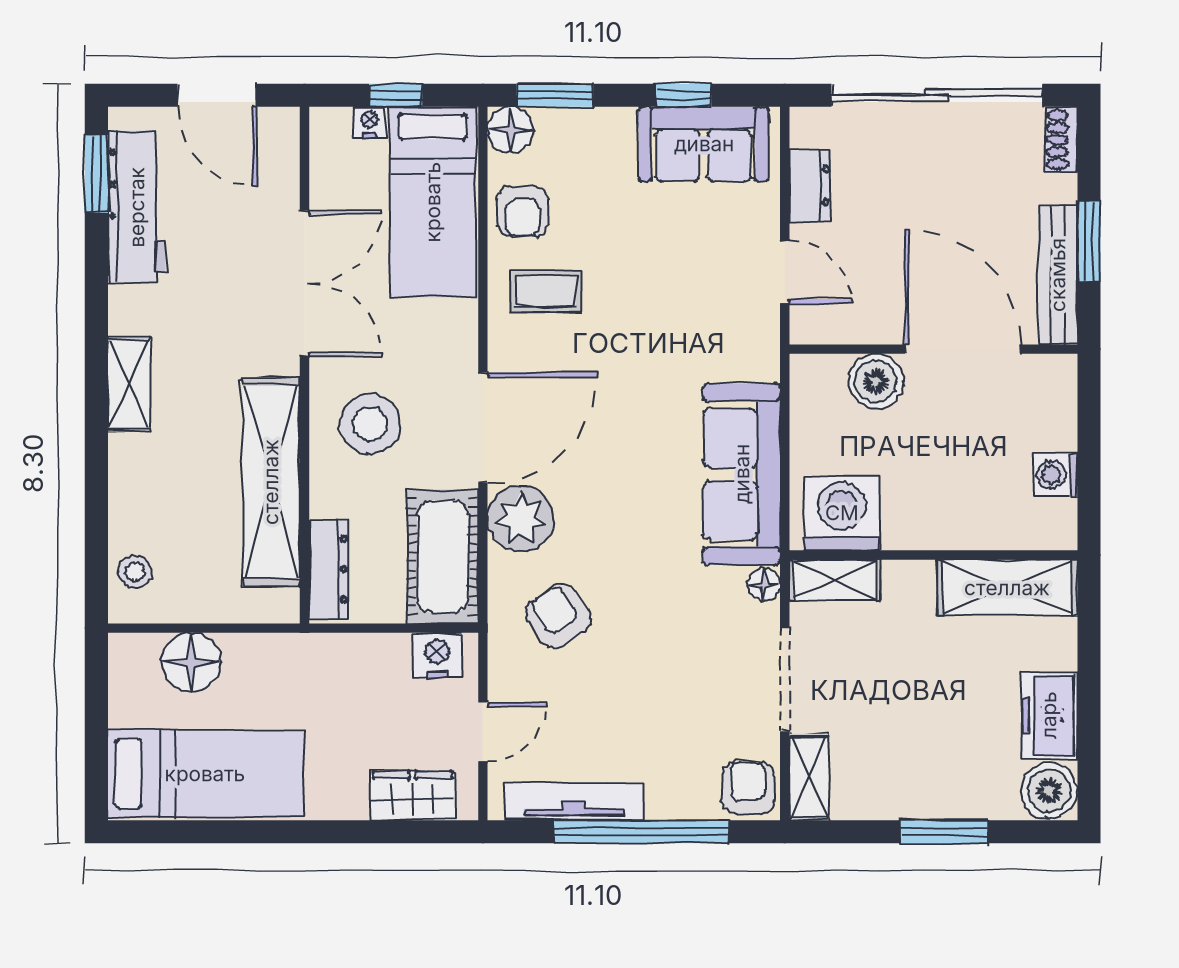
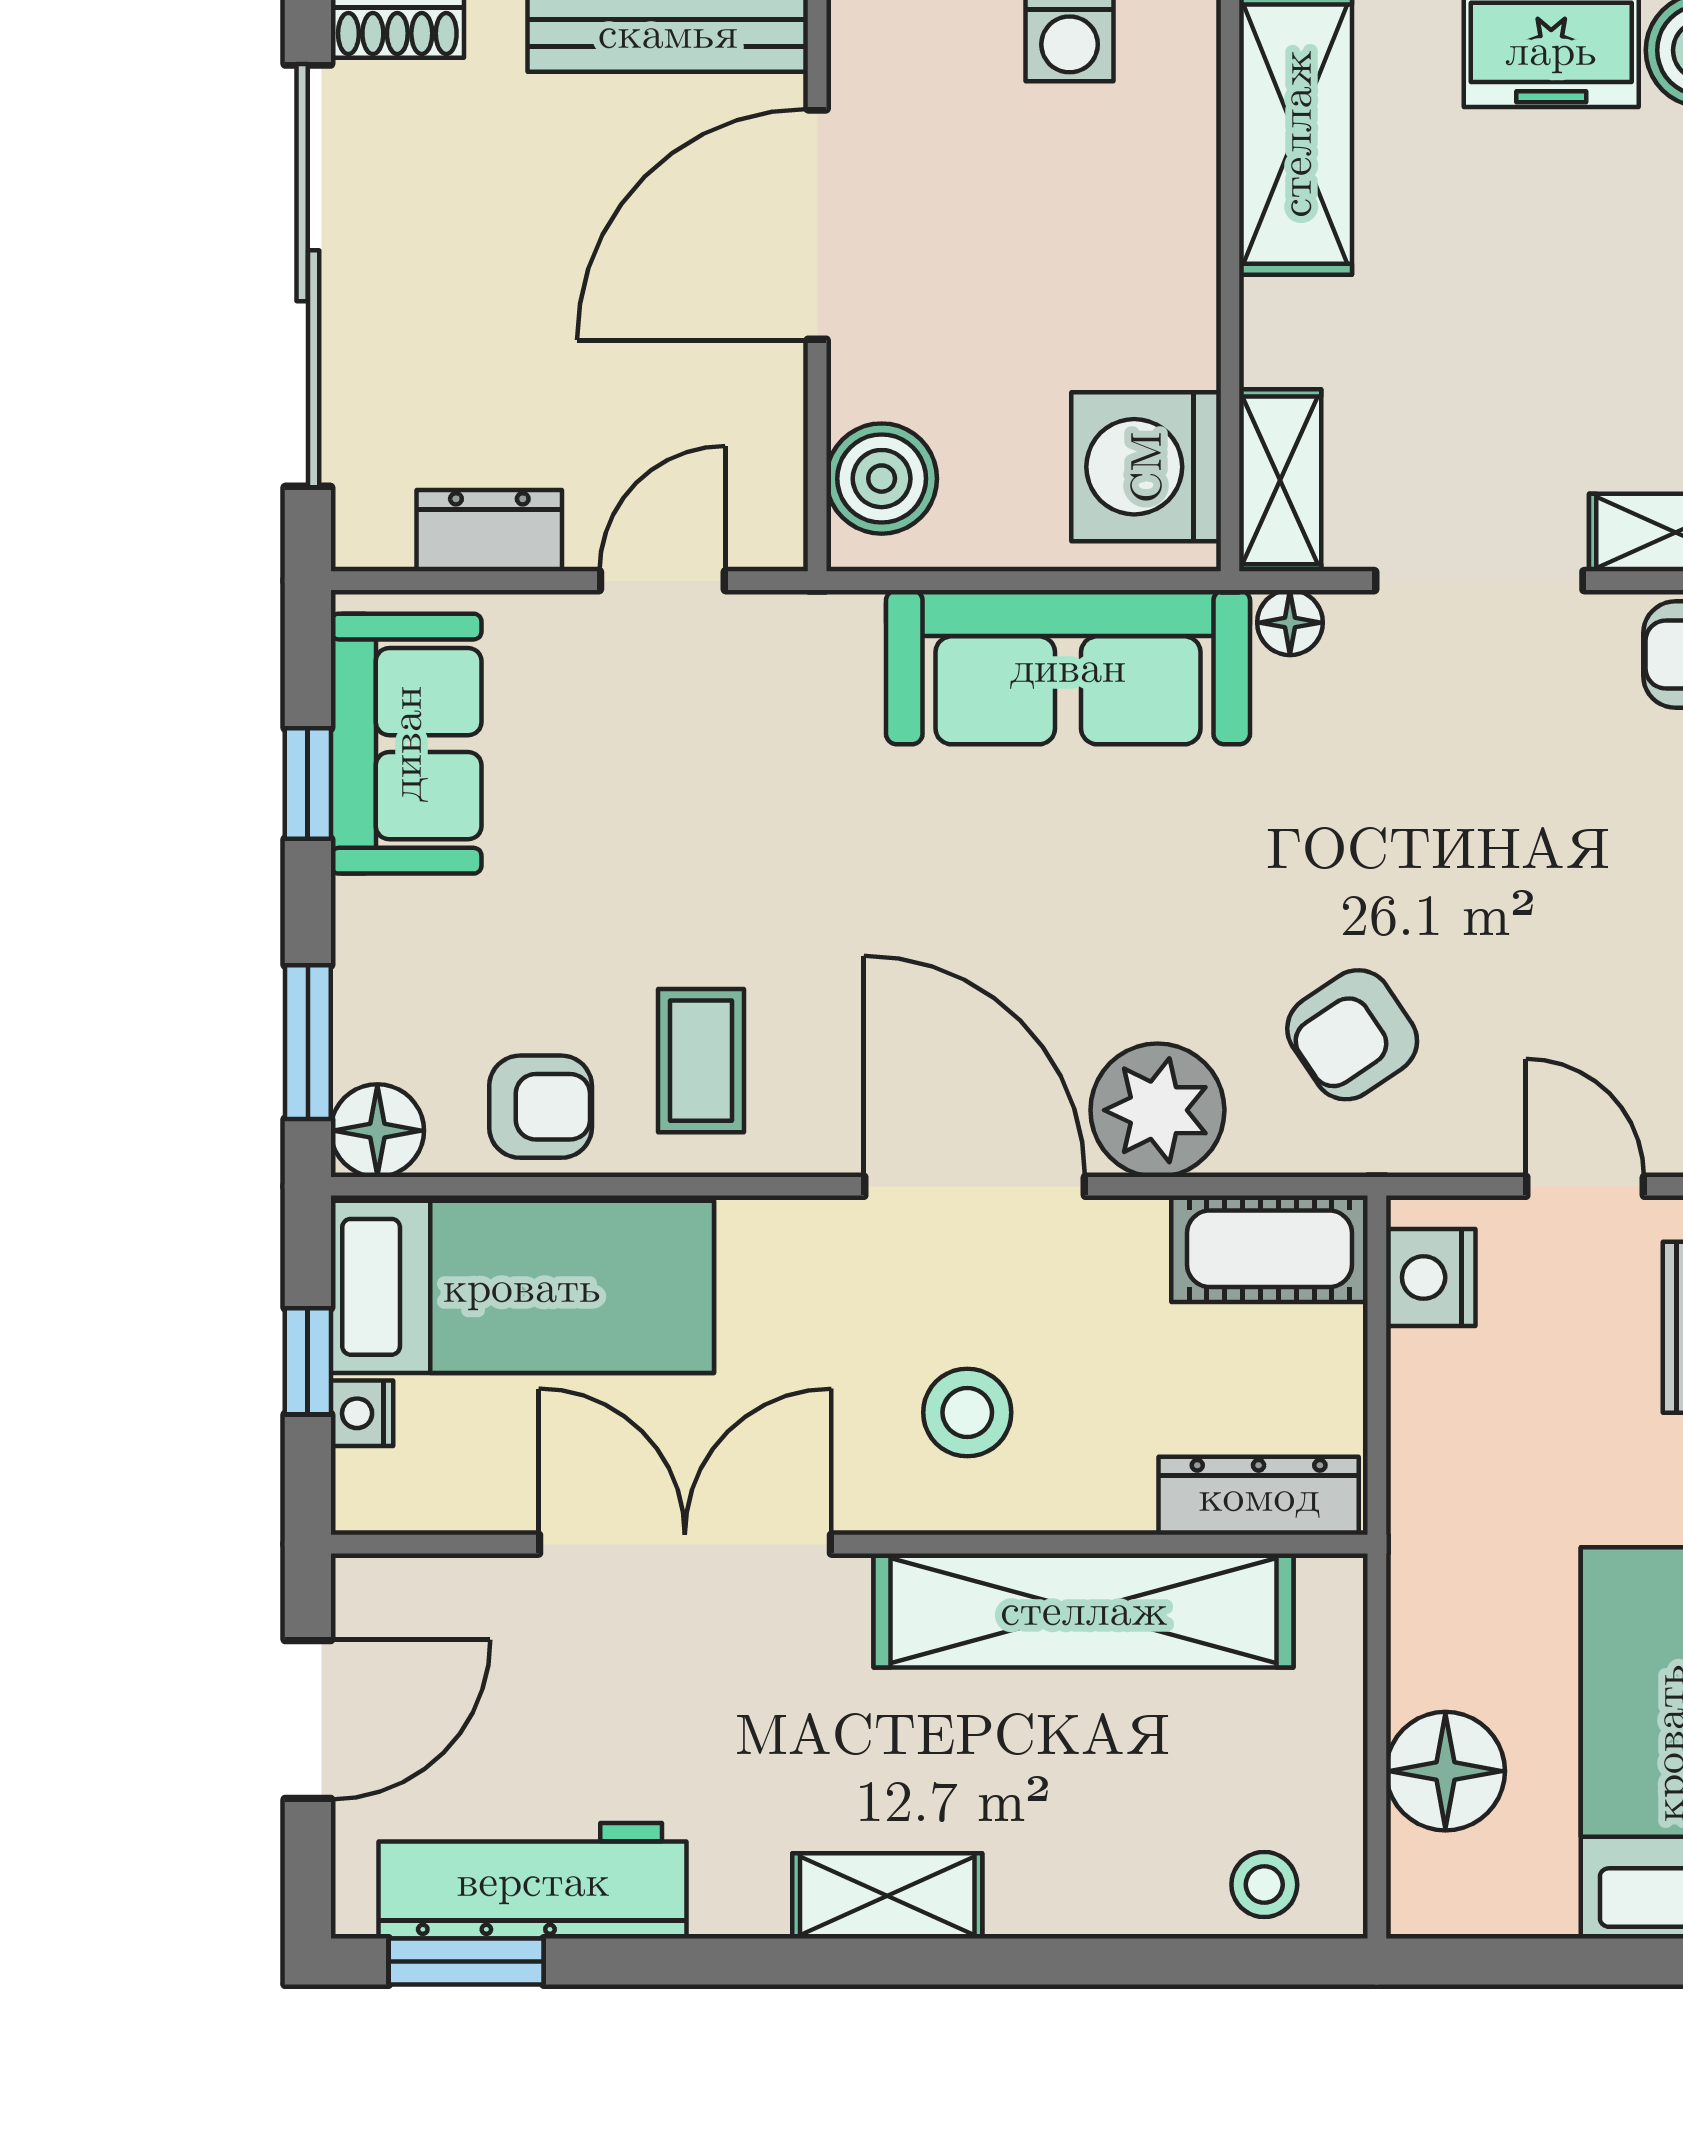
boiler: (876, 381) -> (882, 479), moved
stool: (370, 424) -> (967, 1412), width x0.73, depth x0.73
cot: (443, 557) -> (1269, 1249), width x0.73, depth x0.75

